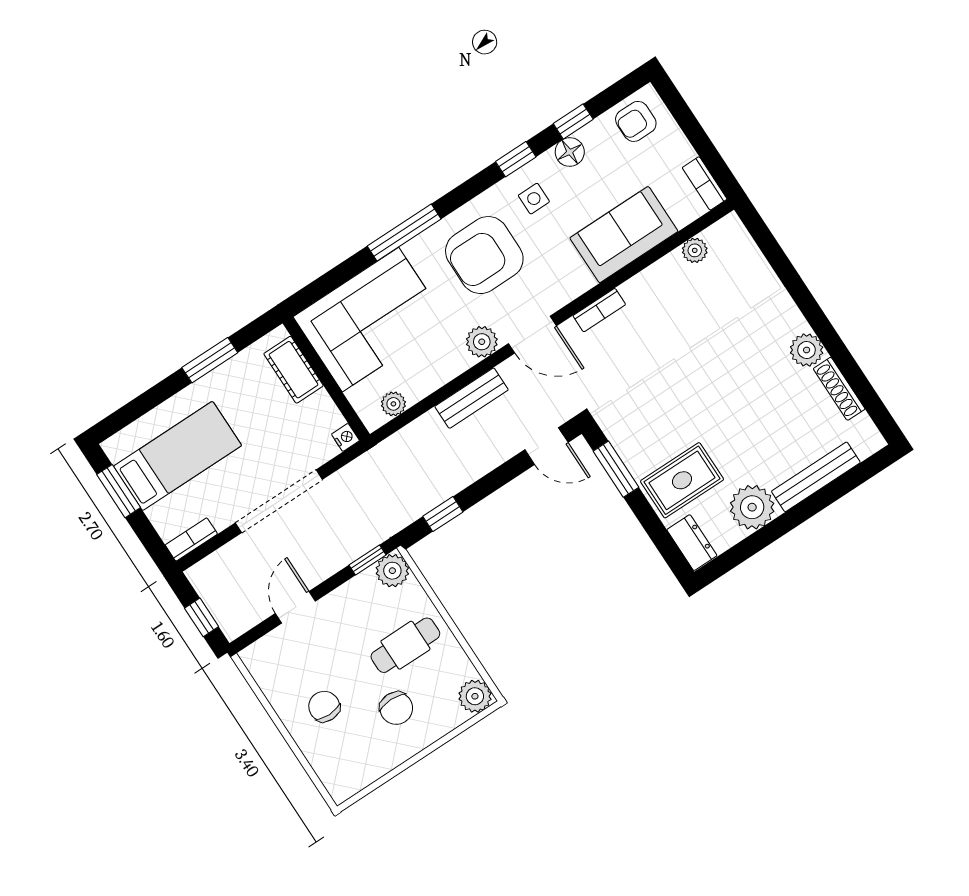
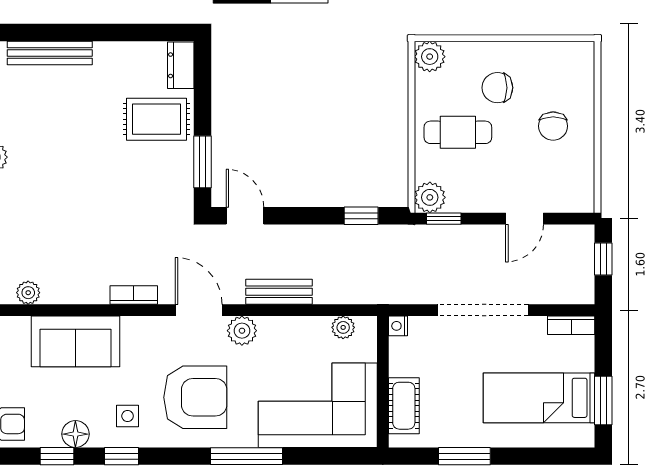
plant: (752, 507) -> (115, 62), removed
chair: (396, 708) -> (497, 88), turned -90

